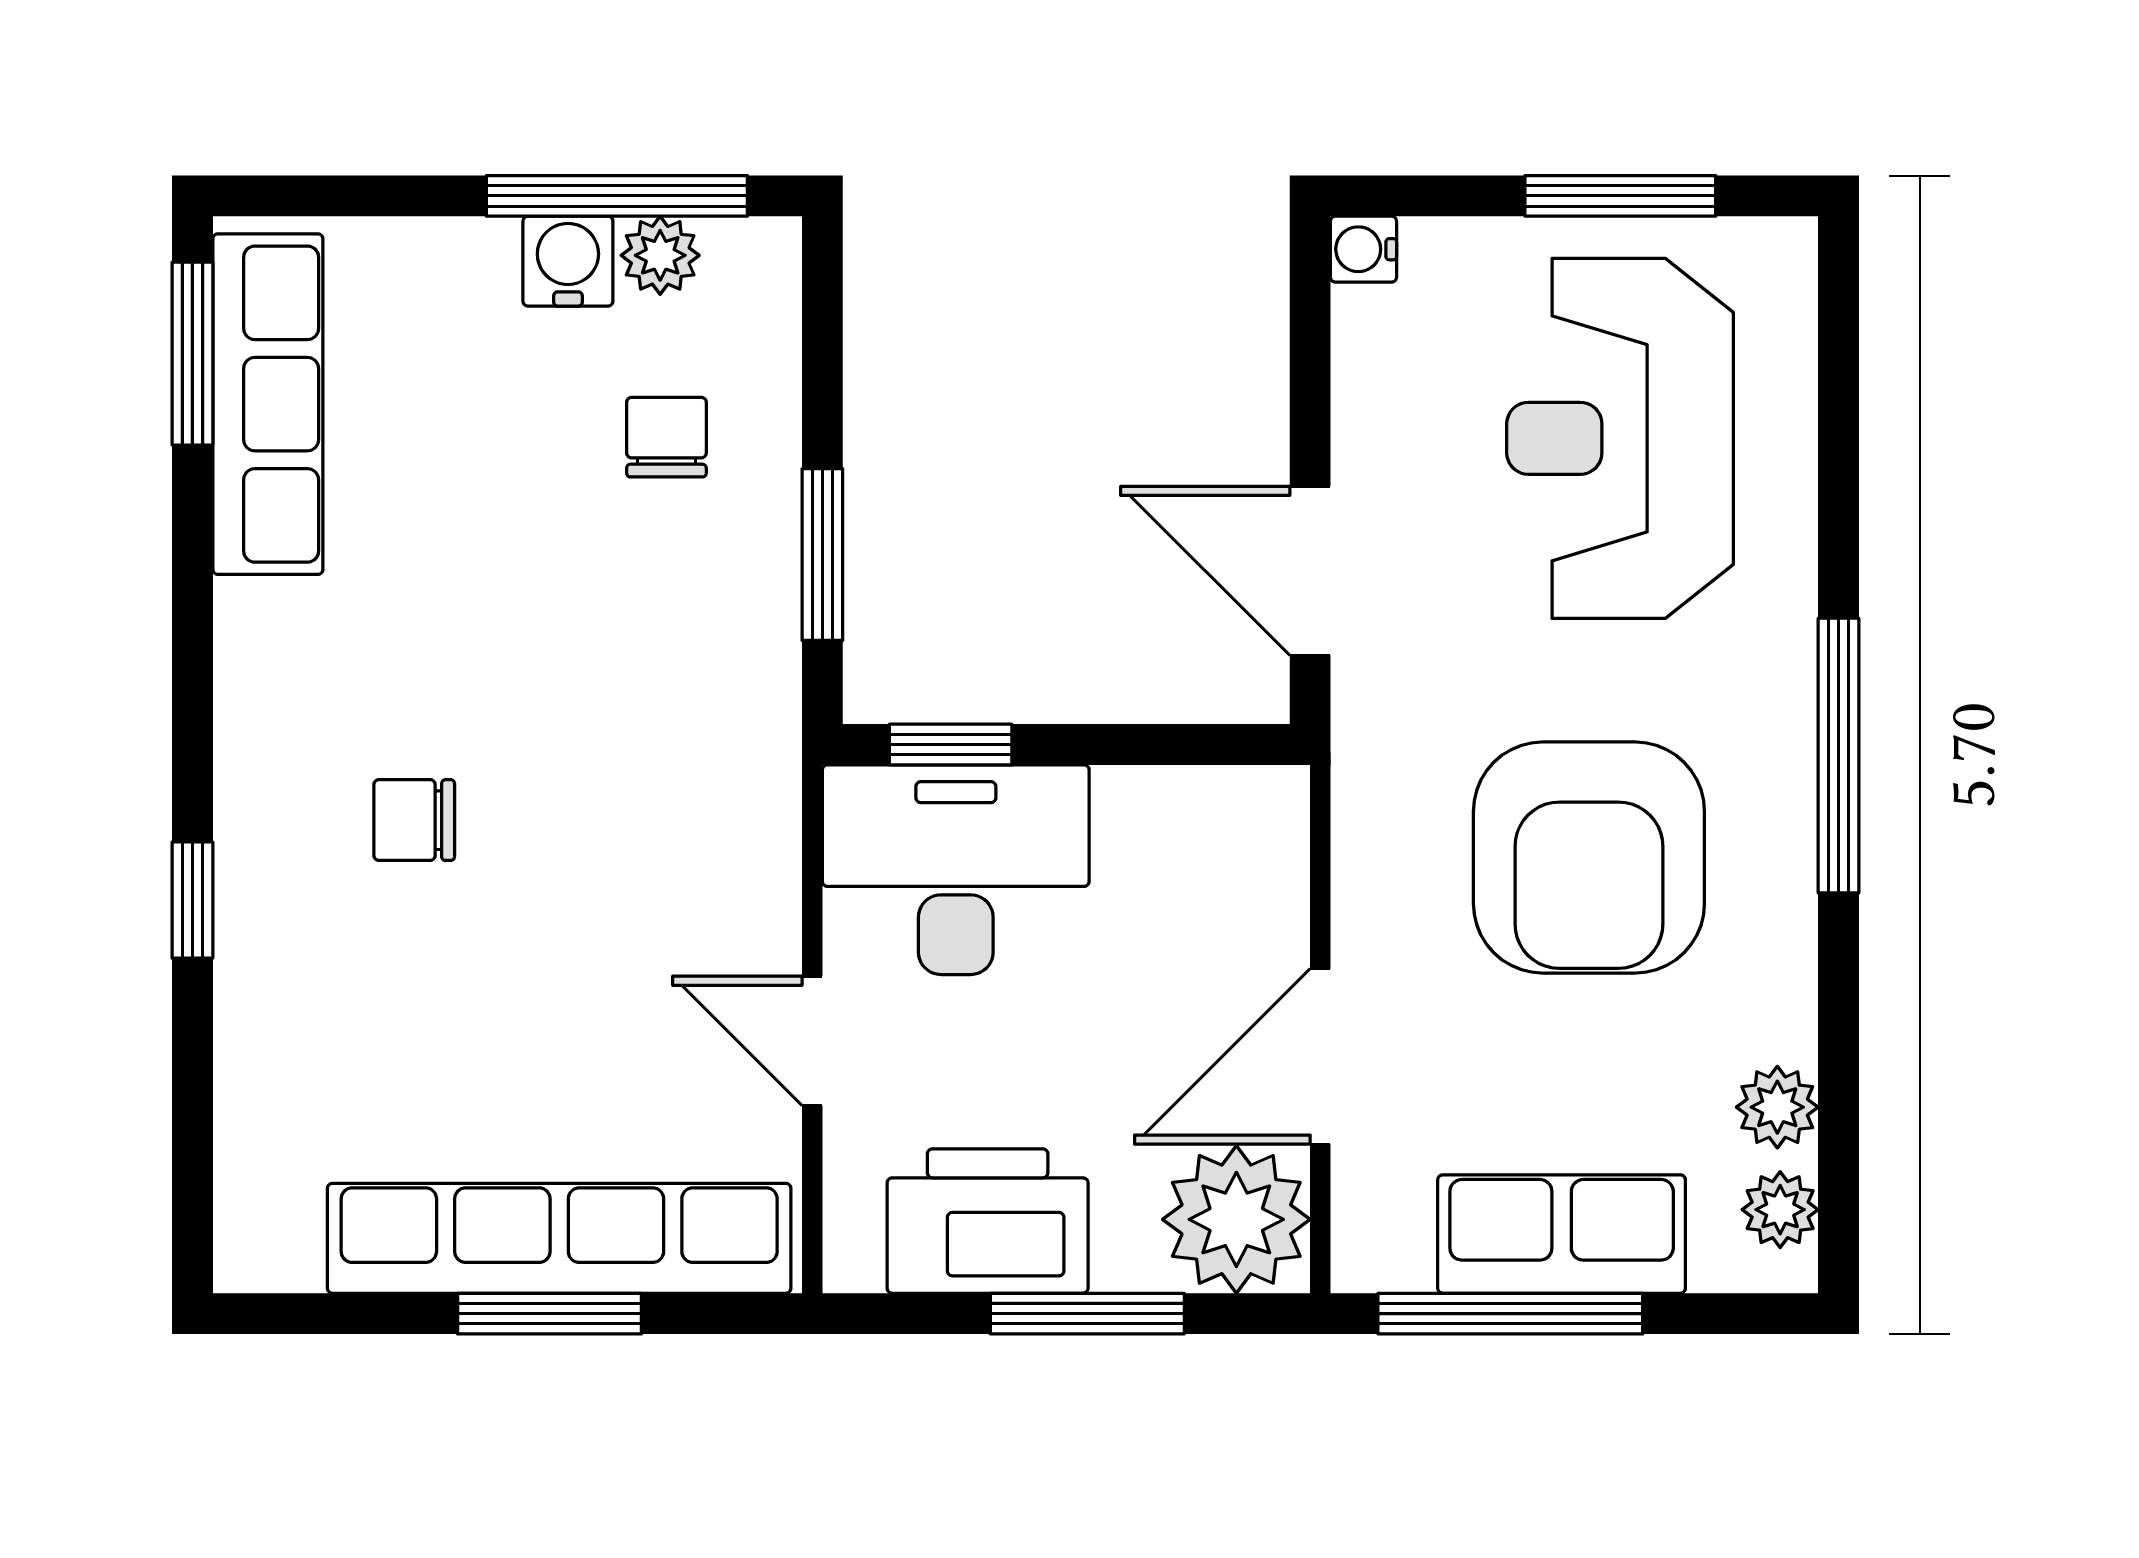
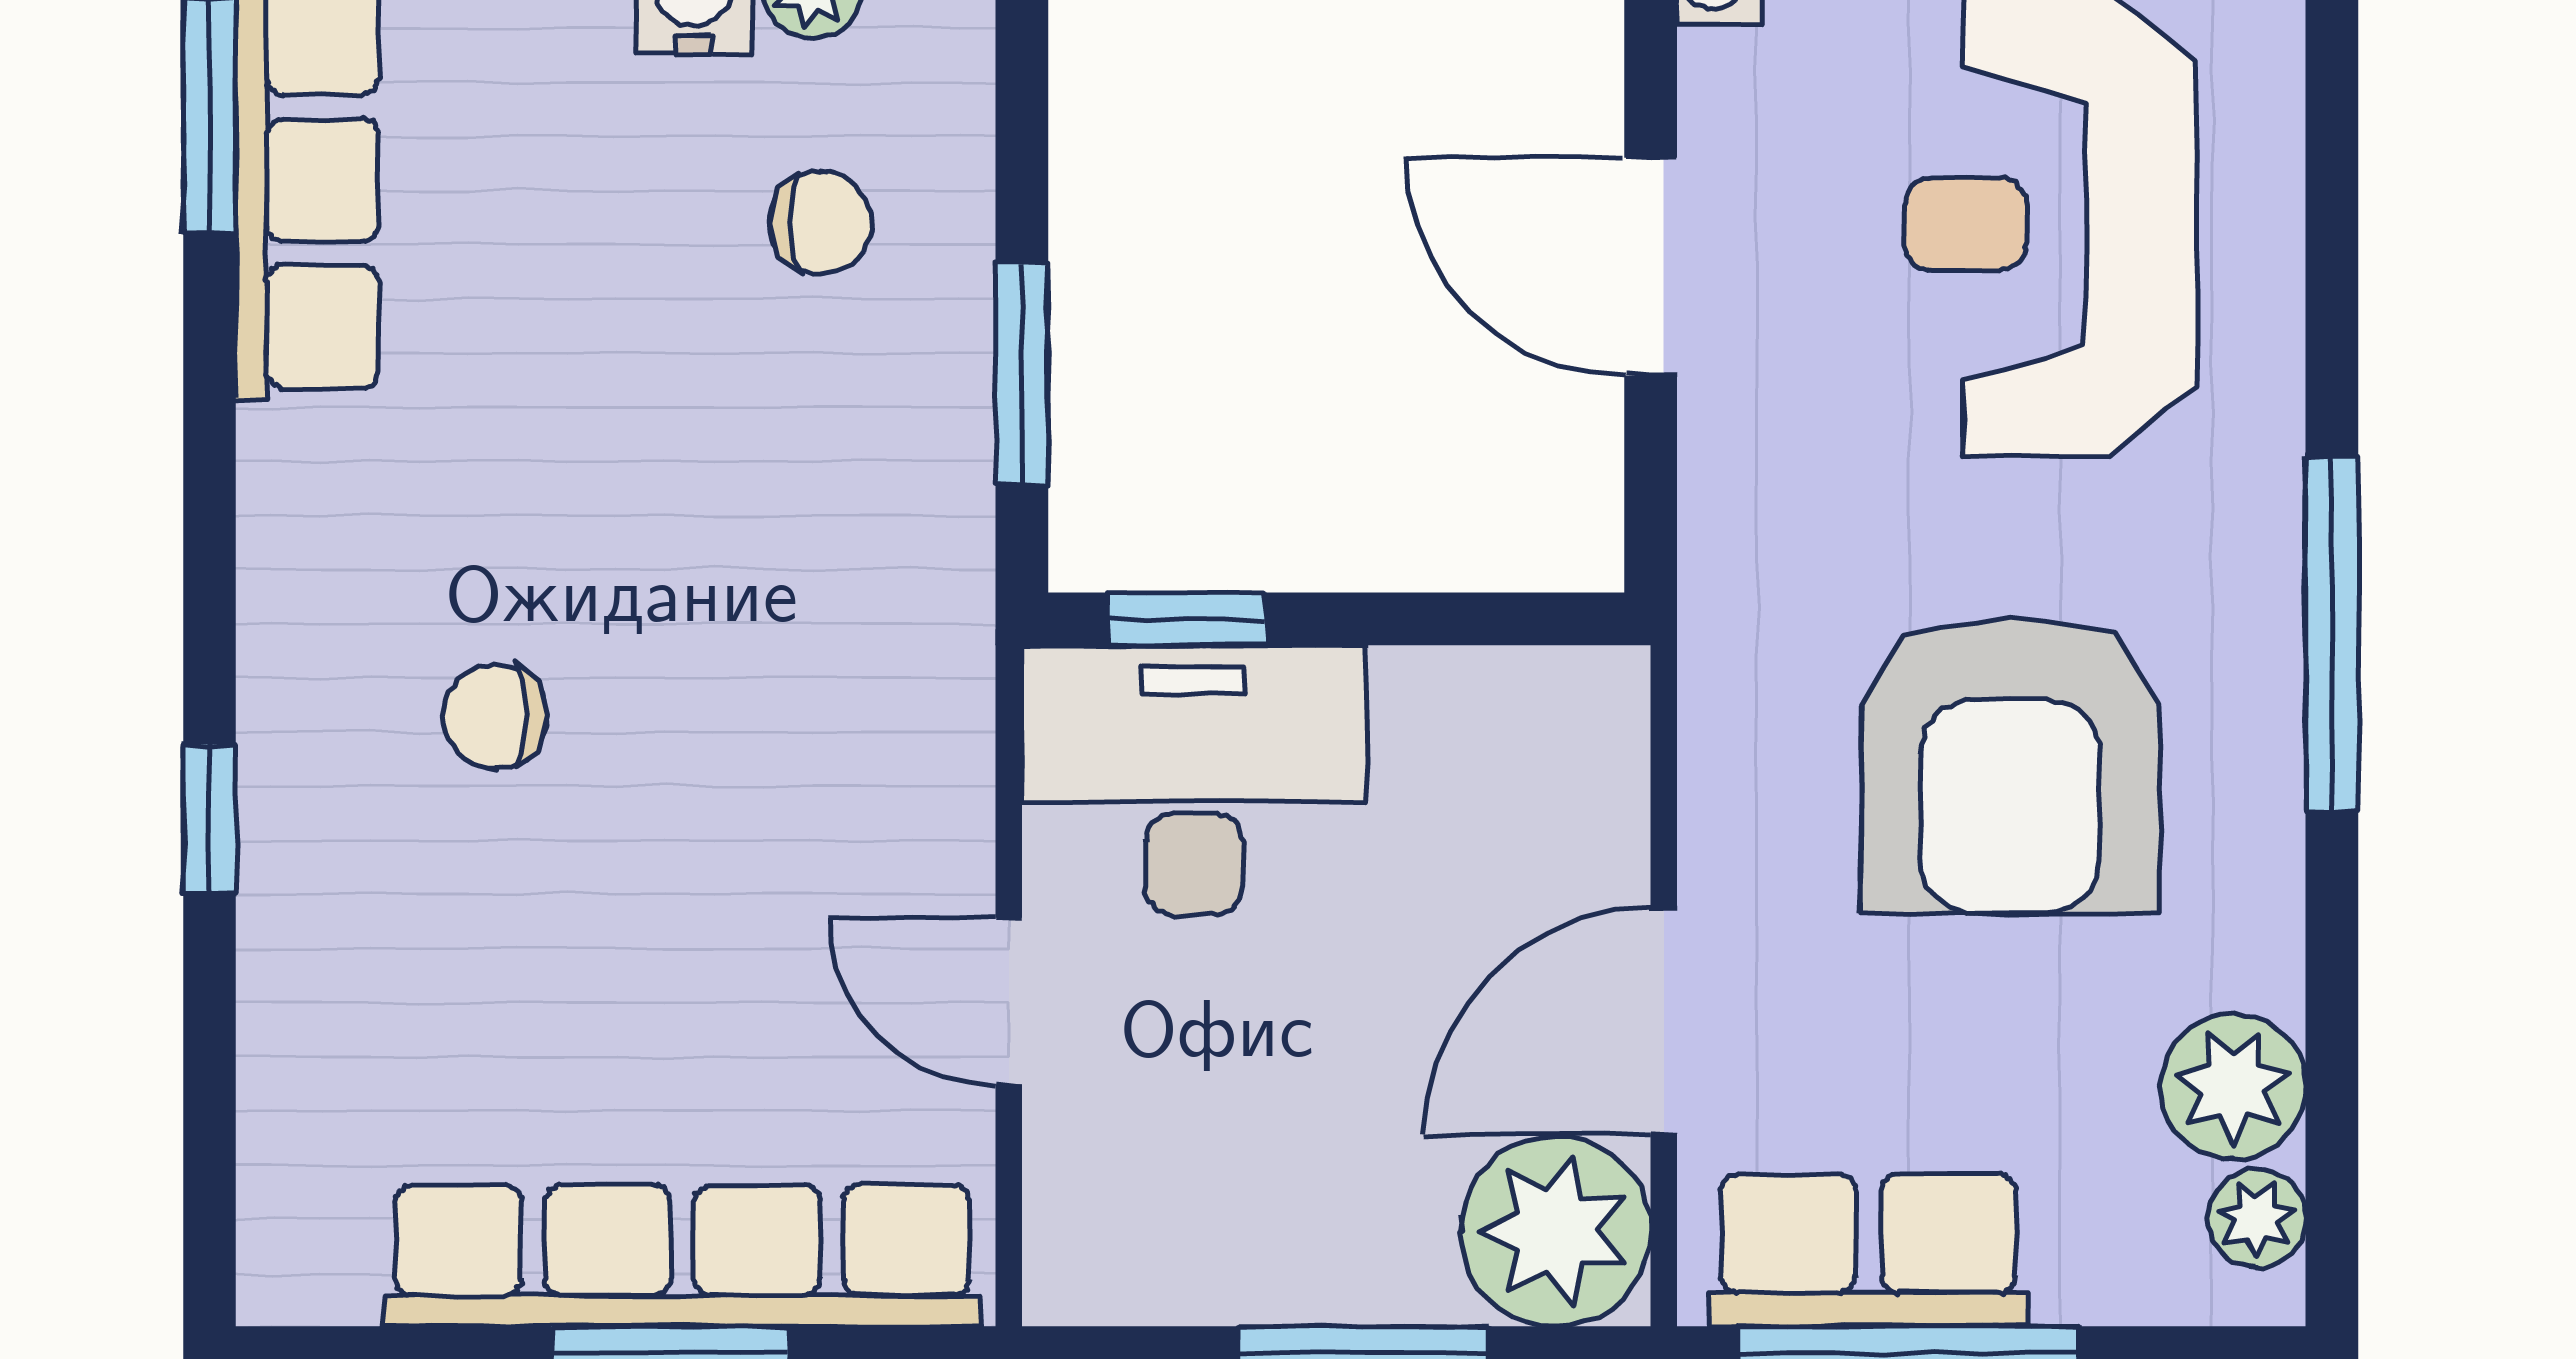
chair: (666, 437) -> (821, 223), turned 89
door: (1310, 571) -> (1651, 267), moved
plant: (1777, 1107) -> (2233, 1086), width x1.38, depth x1.38
printer: (988, 1221) -> (1235, 1233), removed
row of seats: (1562, 1234) -> (1868, 1250), moved

